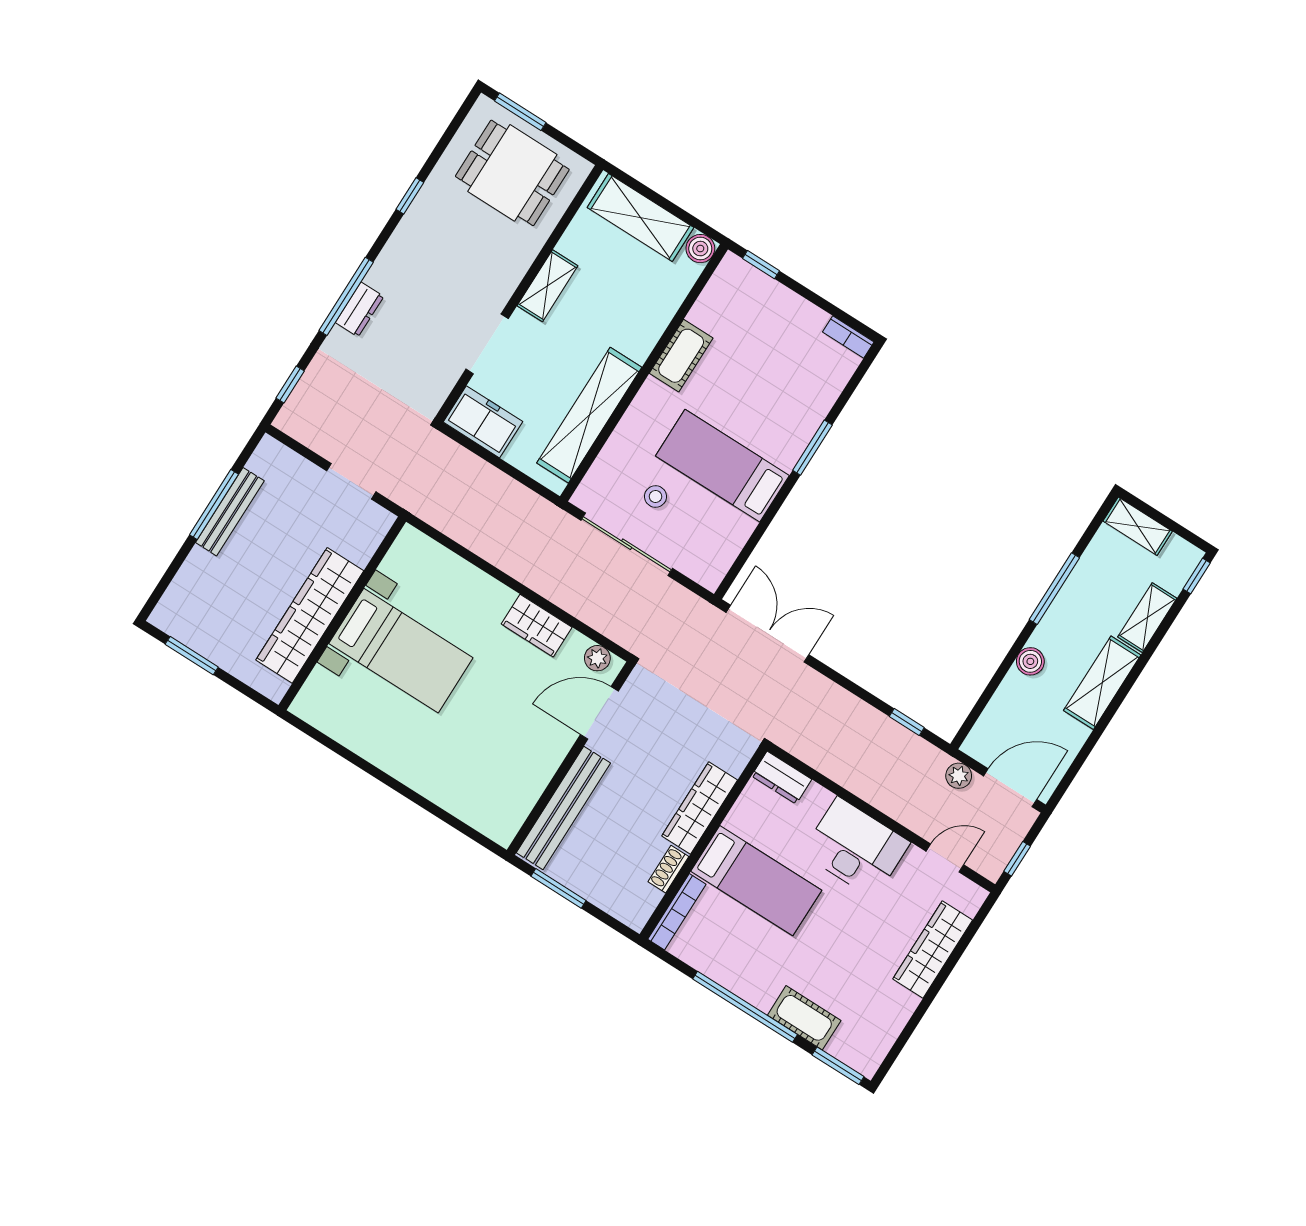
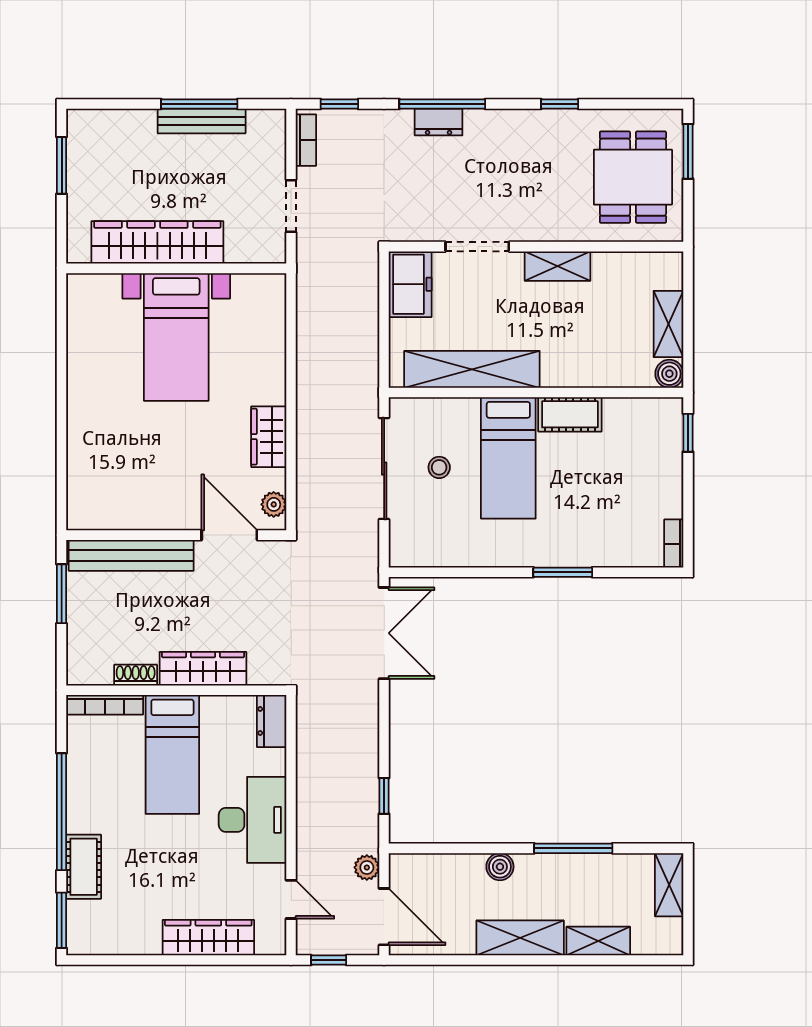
shelving: (640, 218) -> (668, 324), width x0.67, depth x0.75
bookcase: (303, 433) -> (306, 140), added
bed: (722, 466) -> (508, 458), moved, turned 180
window: (1197, 576) -> (659, 960), removed

